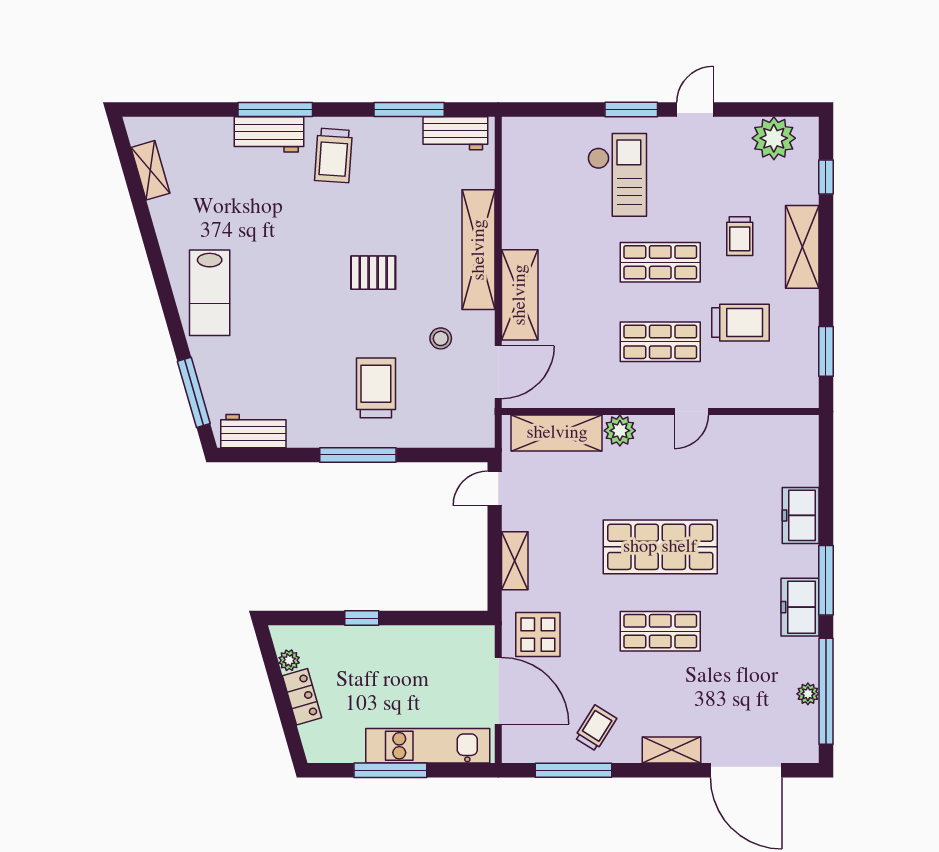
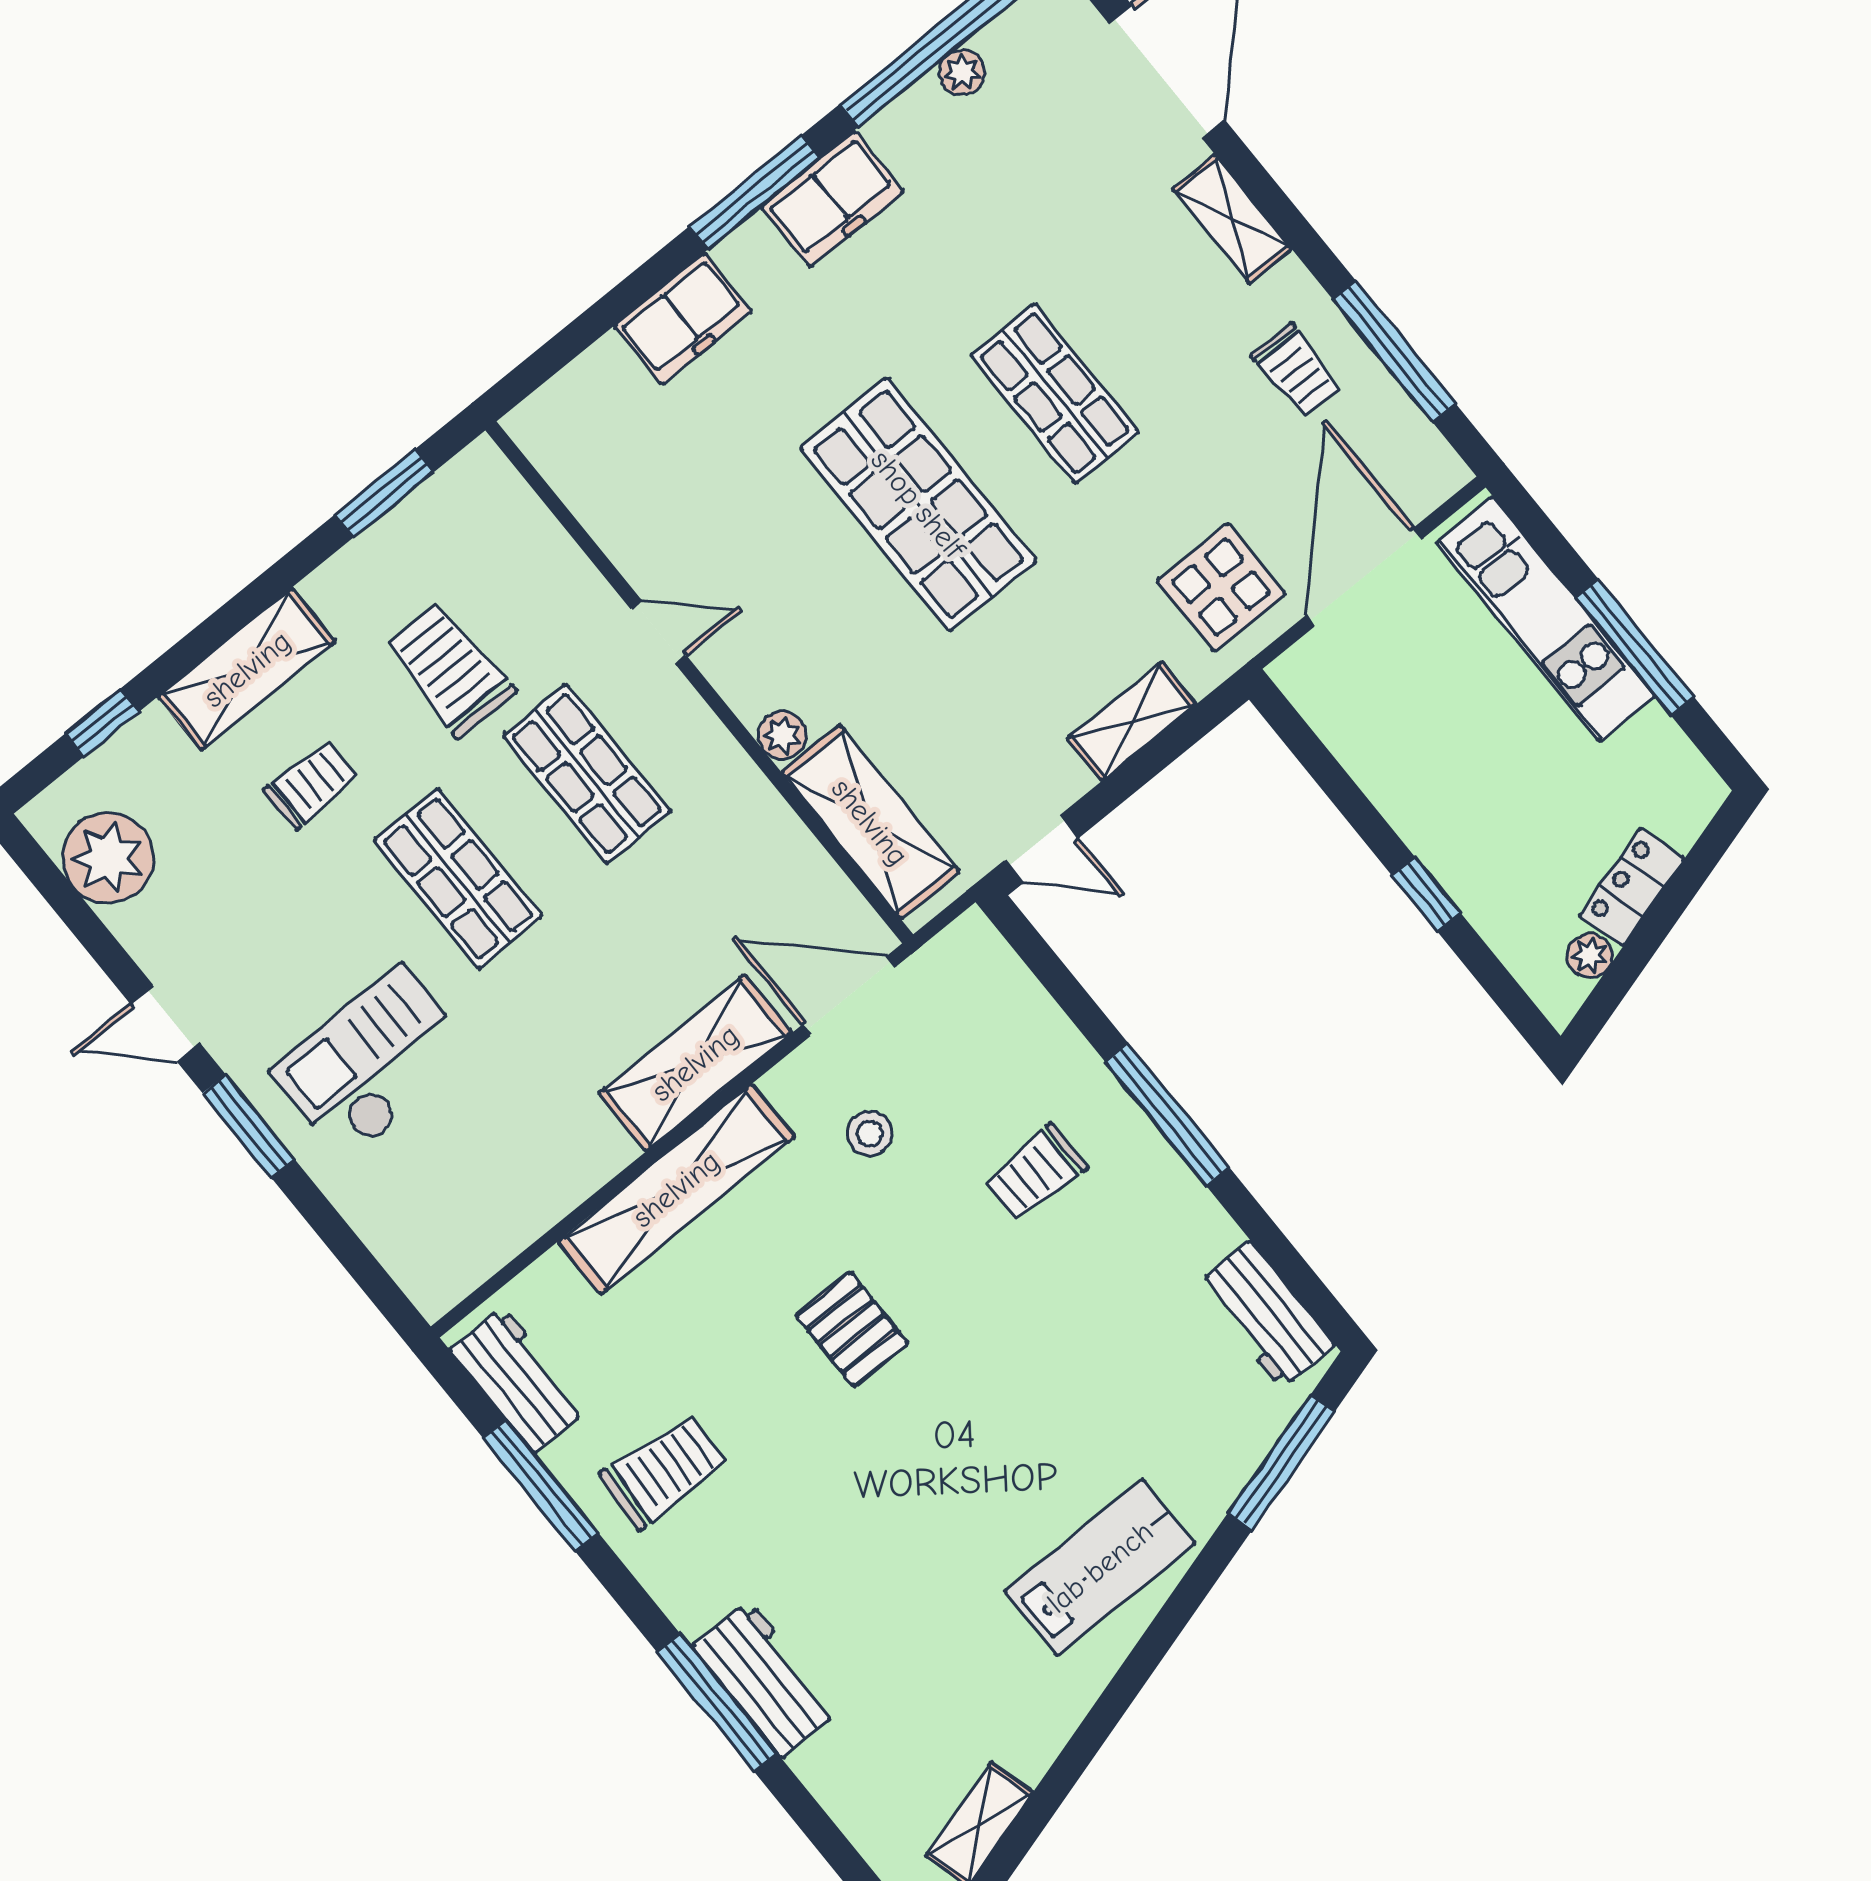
trolley: (333, 155) -> (664, 1471), moved
trolley: (376, 388) -> (1035, 1173), width x0.73, depth x0.72
plant: (620, 431) -> (782, 735), width x0.73, depth x0.73
trolley: (596, 728) -> (1296, 371), turned -122

